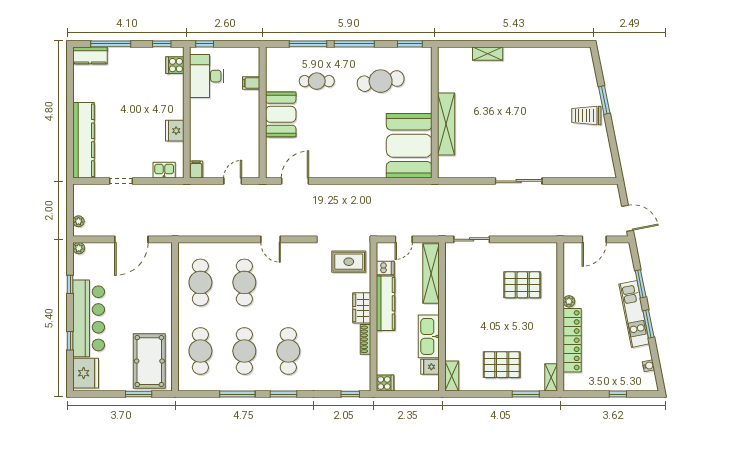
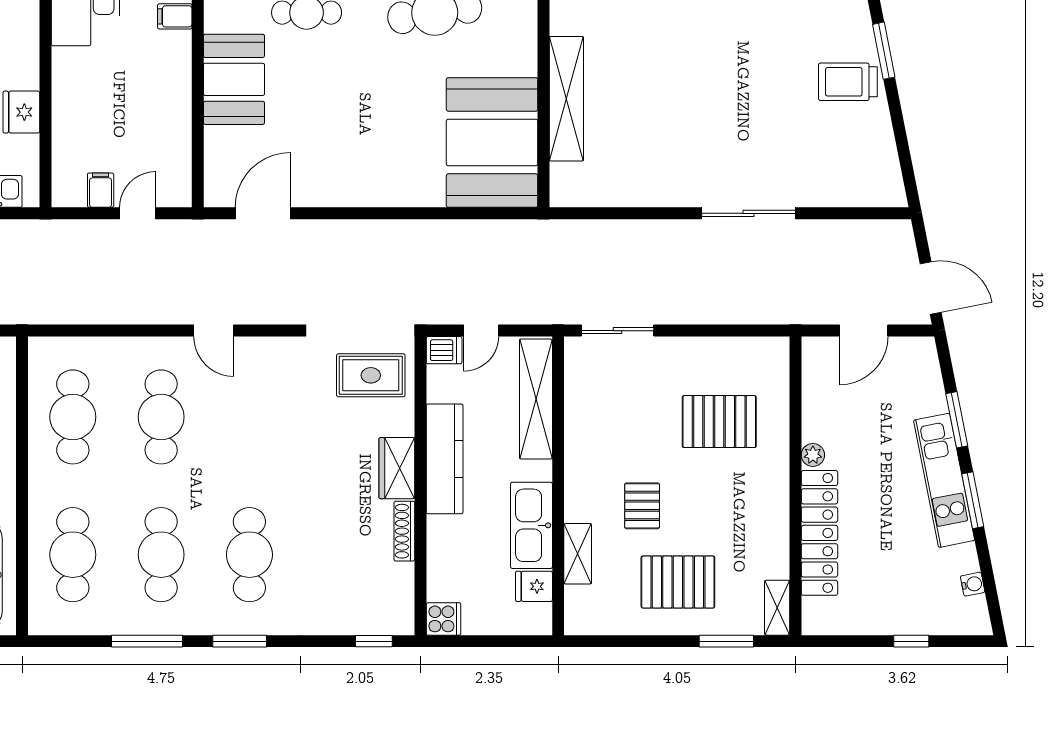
filing cabinet: (196, 169) -> (101, 190), moved
sliding door: (519, 181) -> (749, 213), moved
dishwasher: (385, 268) -> (444, 350), moved
pallet: (484, 327) -> (642, 506), added
shelving: (452, 376) -> (578, 554), moved

